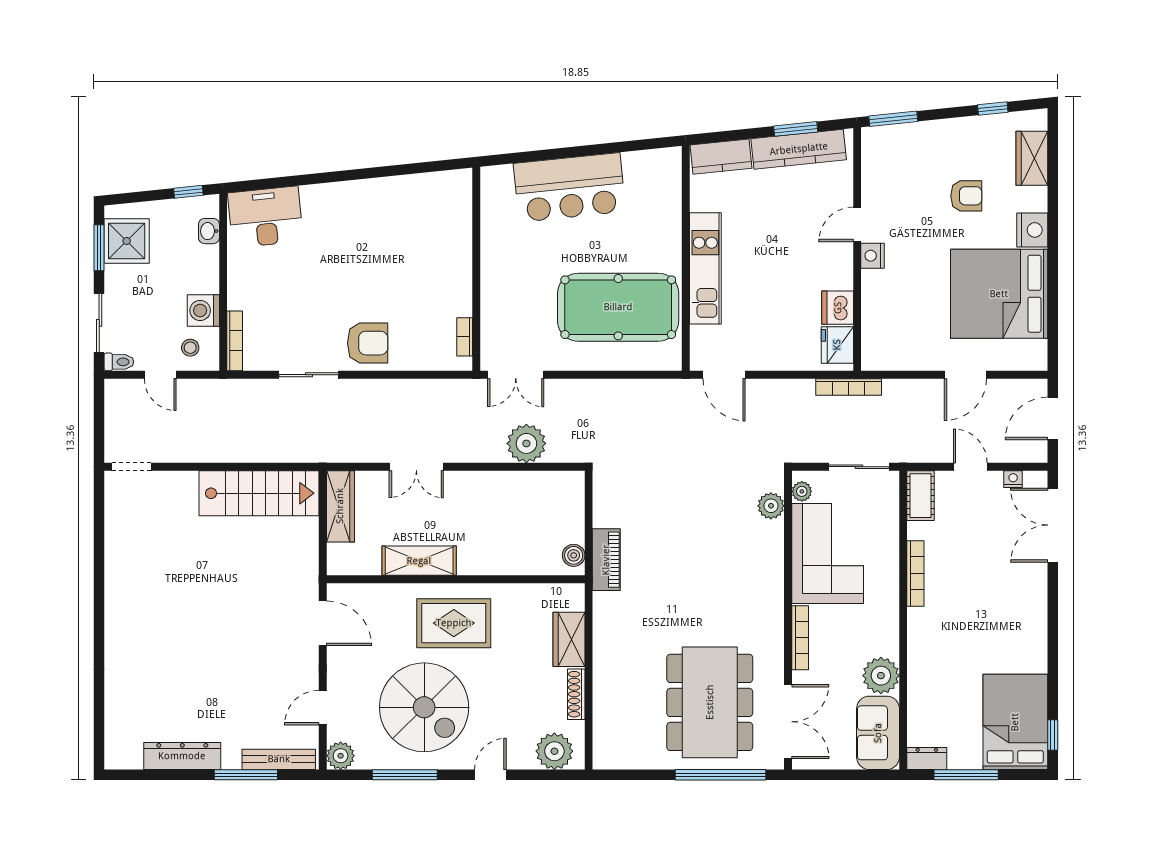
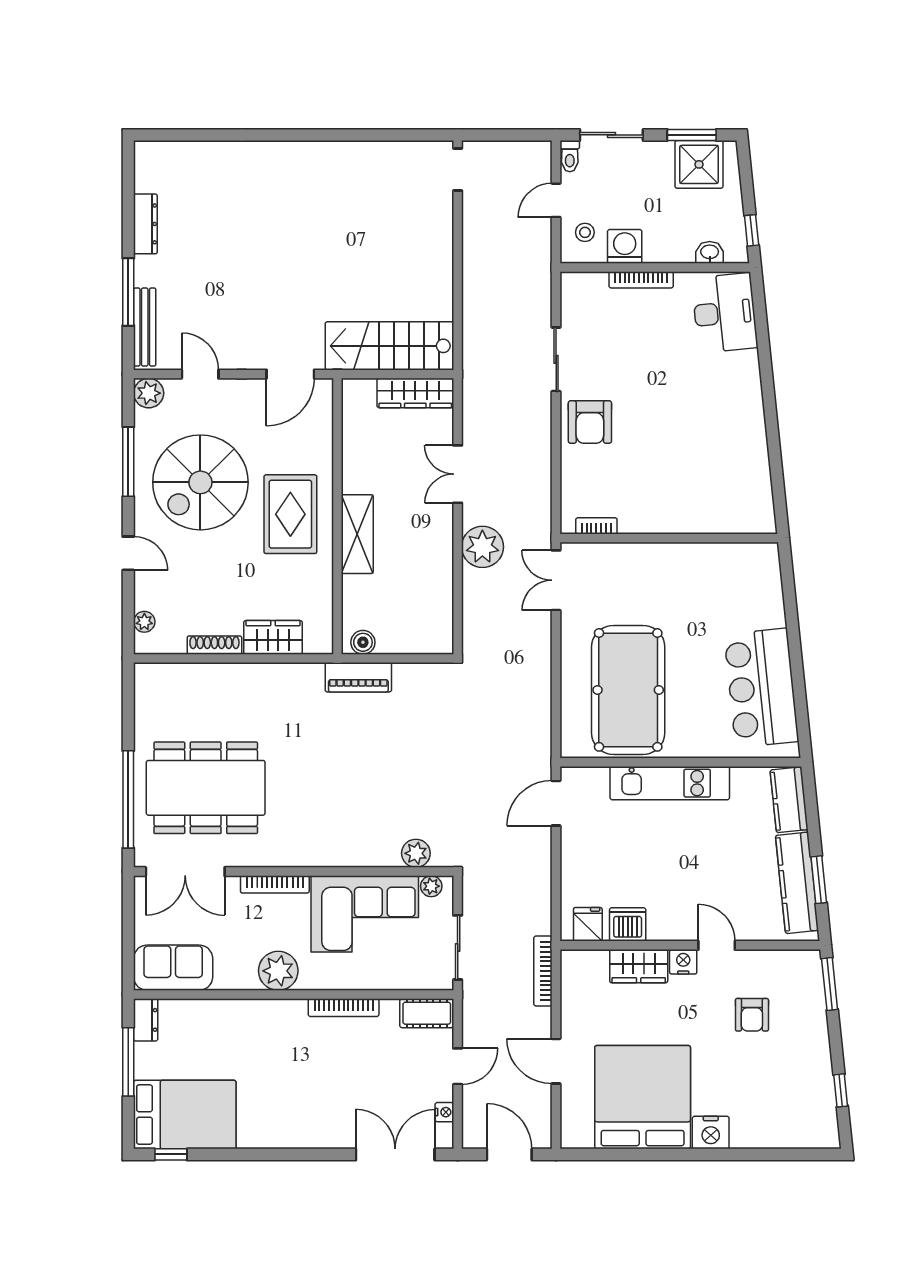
wardrobe: (1032, 158) -> (639, 966), moved, turned 180
bar counter: (570, 187) -> (761, 688), moved
armchair: (966, 196) -> (752, 1015), moved
bookcase: (235, 341) -> (641, 280), moved
fridge: (837, 345) -> (588, 924), width x0.72
bookcase: (849, 387) -> (543, 971), moved
plant: (526, 443) -> (482, 547), moved
stairs: (259, 493) -> (389, 346), moved, turned 90
shelving: (419, 561) -> (357, 534), moved
plant: (881, 676) -> (278, 971), moved
plant: (554, 751) -> (144, 622), width x0.53, depth x0.53
dresser: (182, 756) -> (145, 224), width x0.73, depth x0.80

